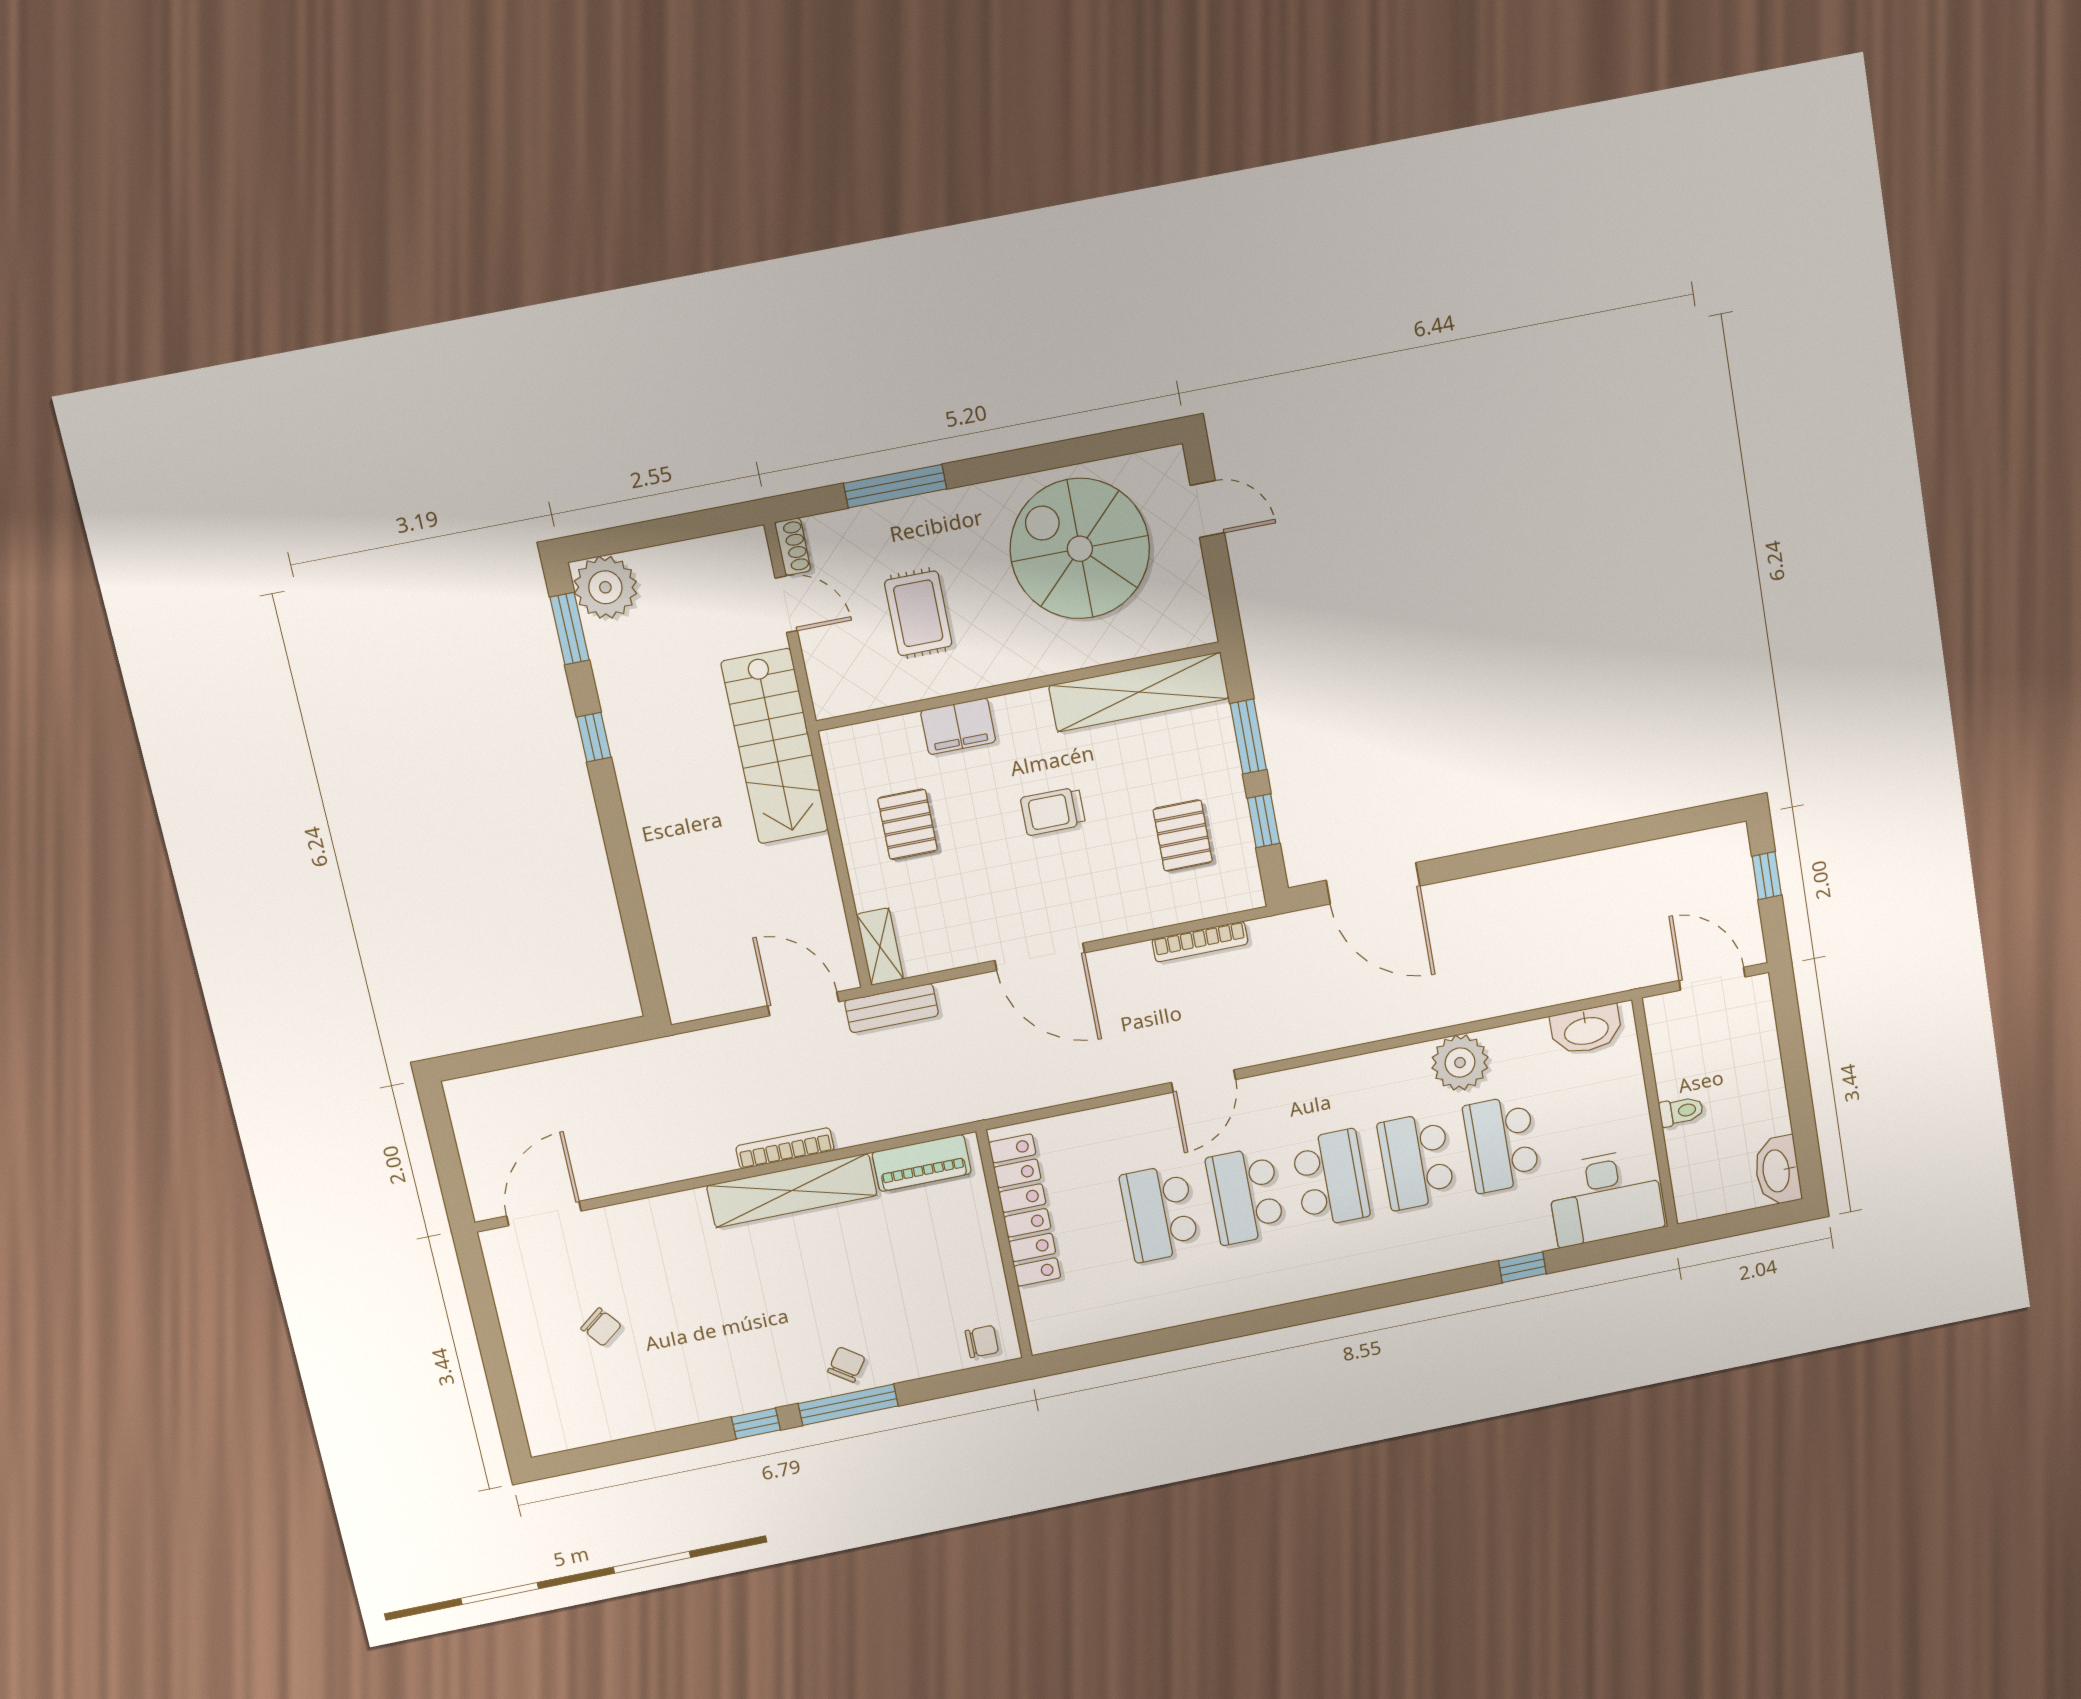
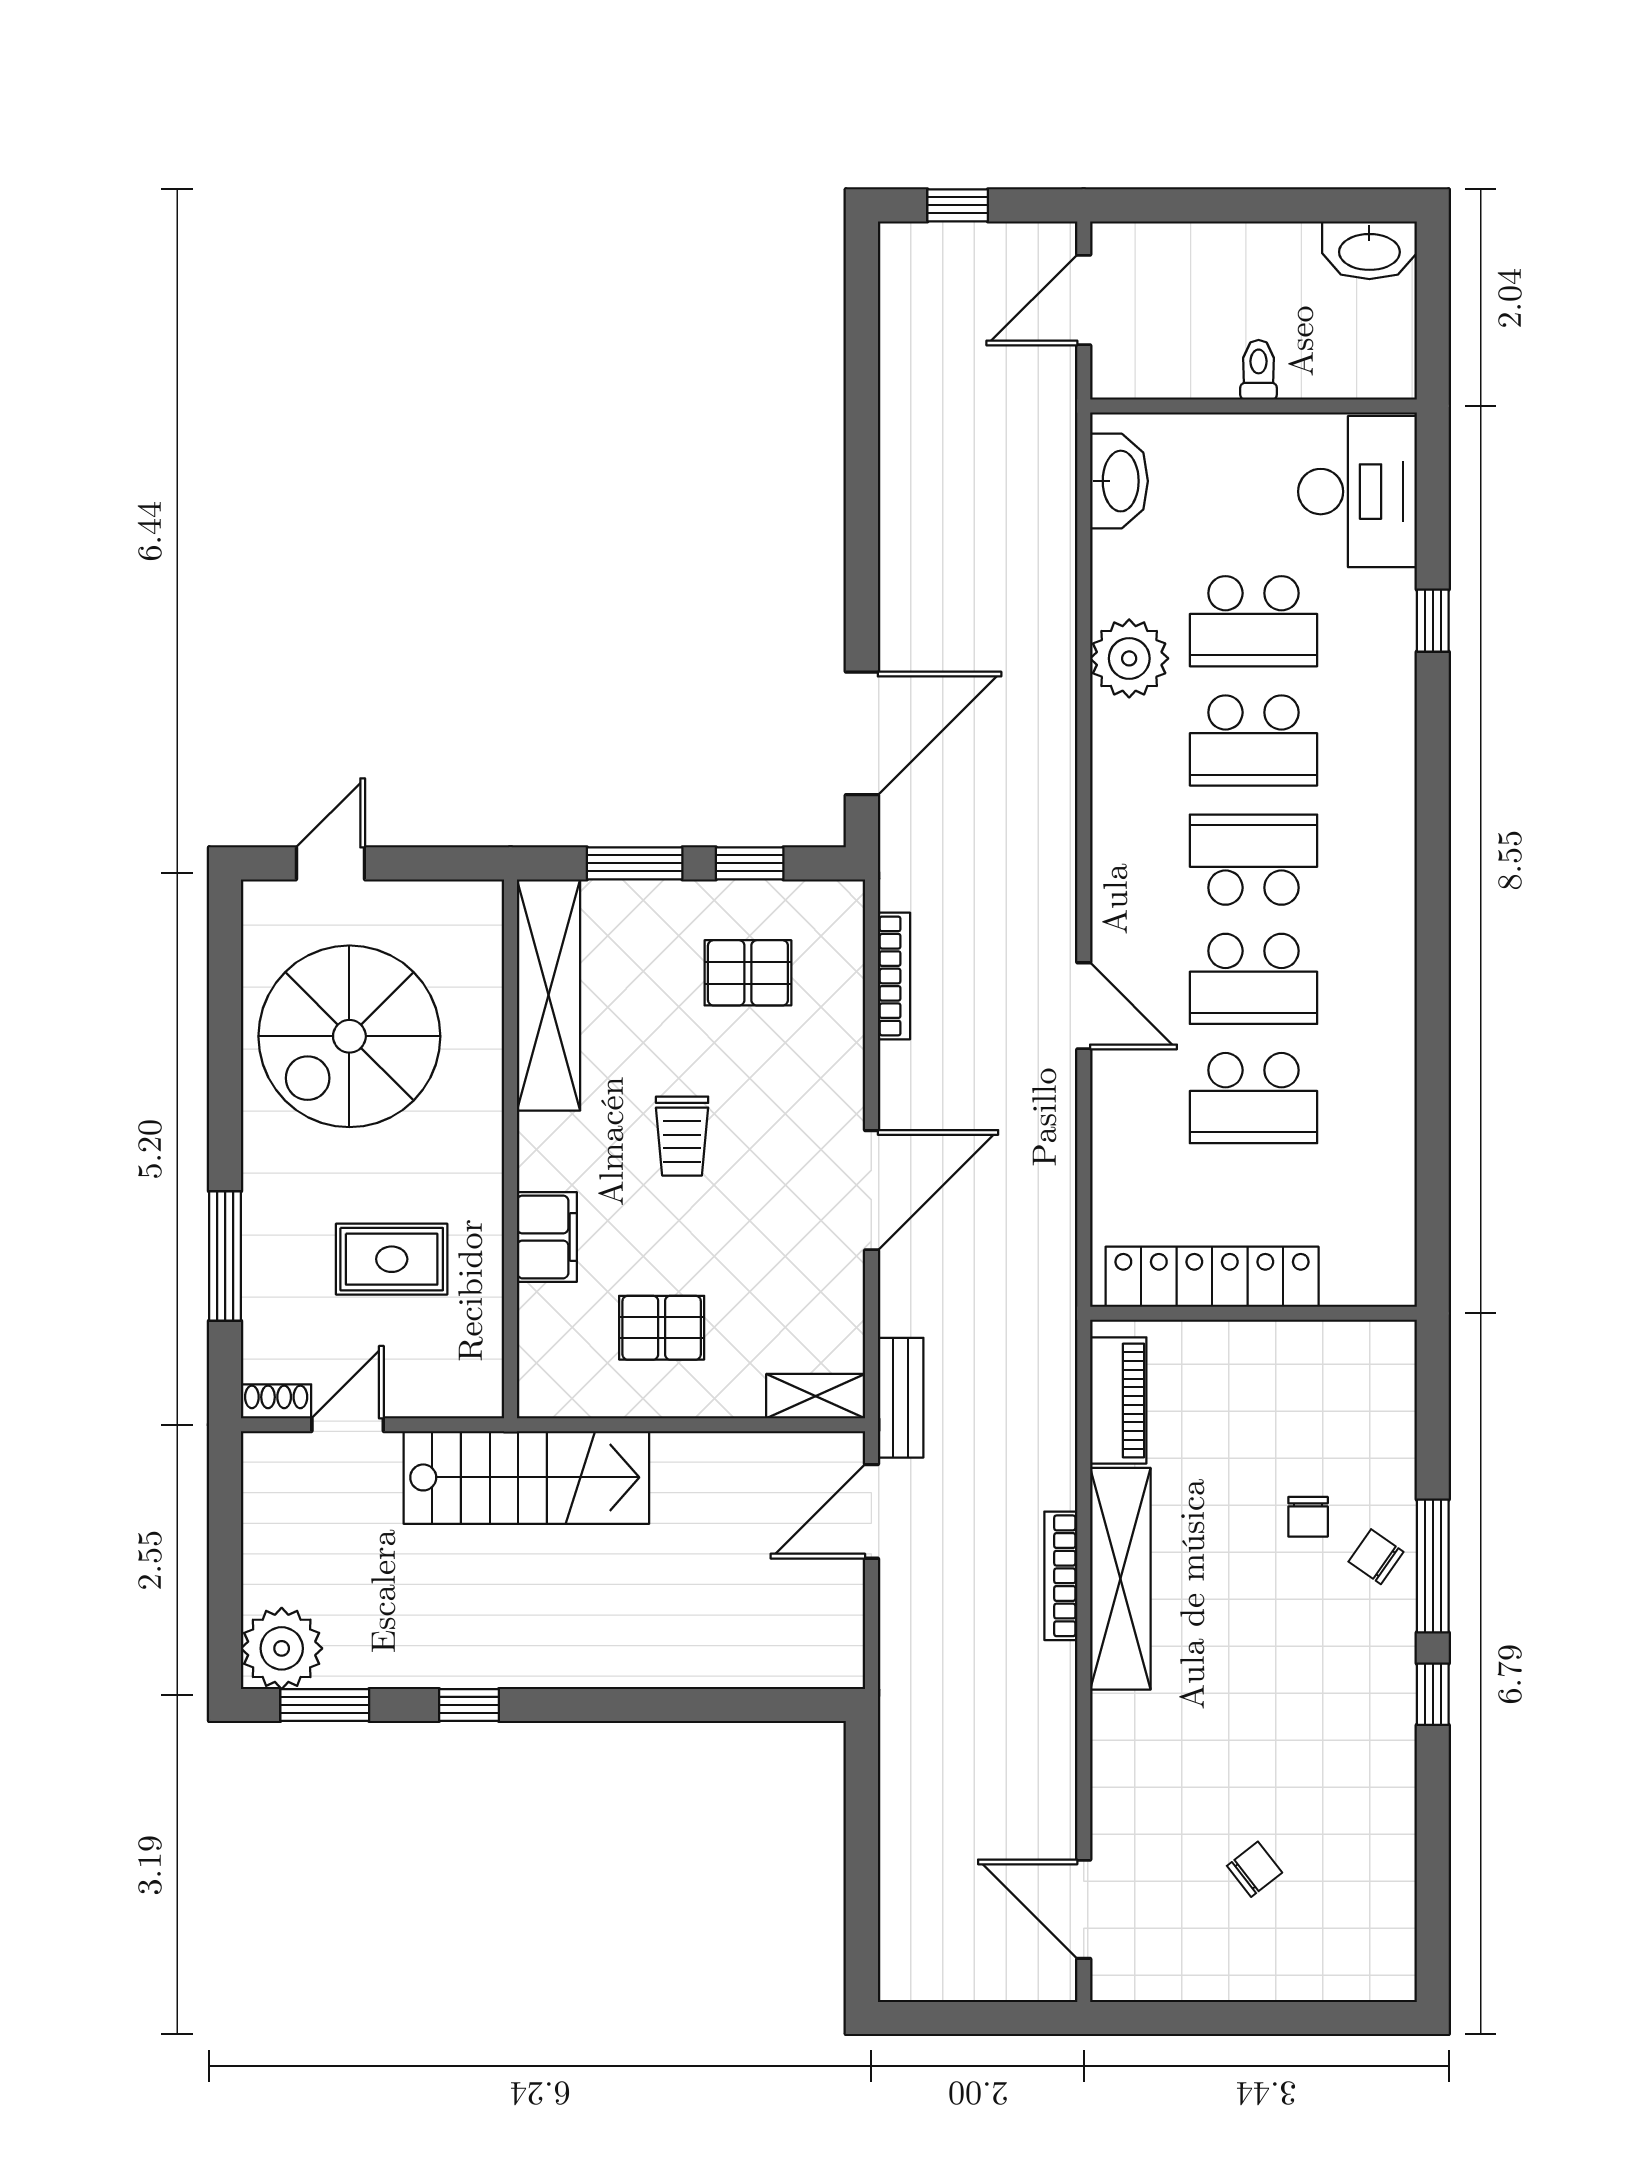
chair: (982, 1342) -> (1308, 1517), moved, turned 180

